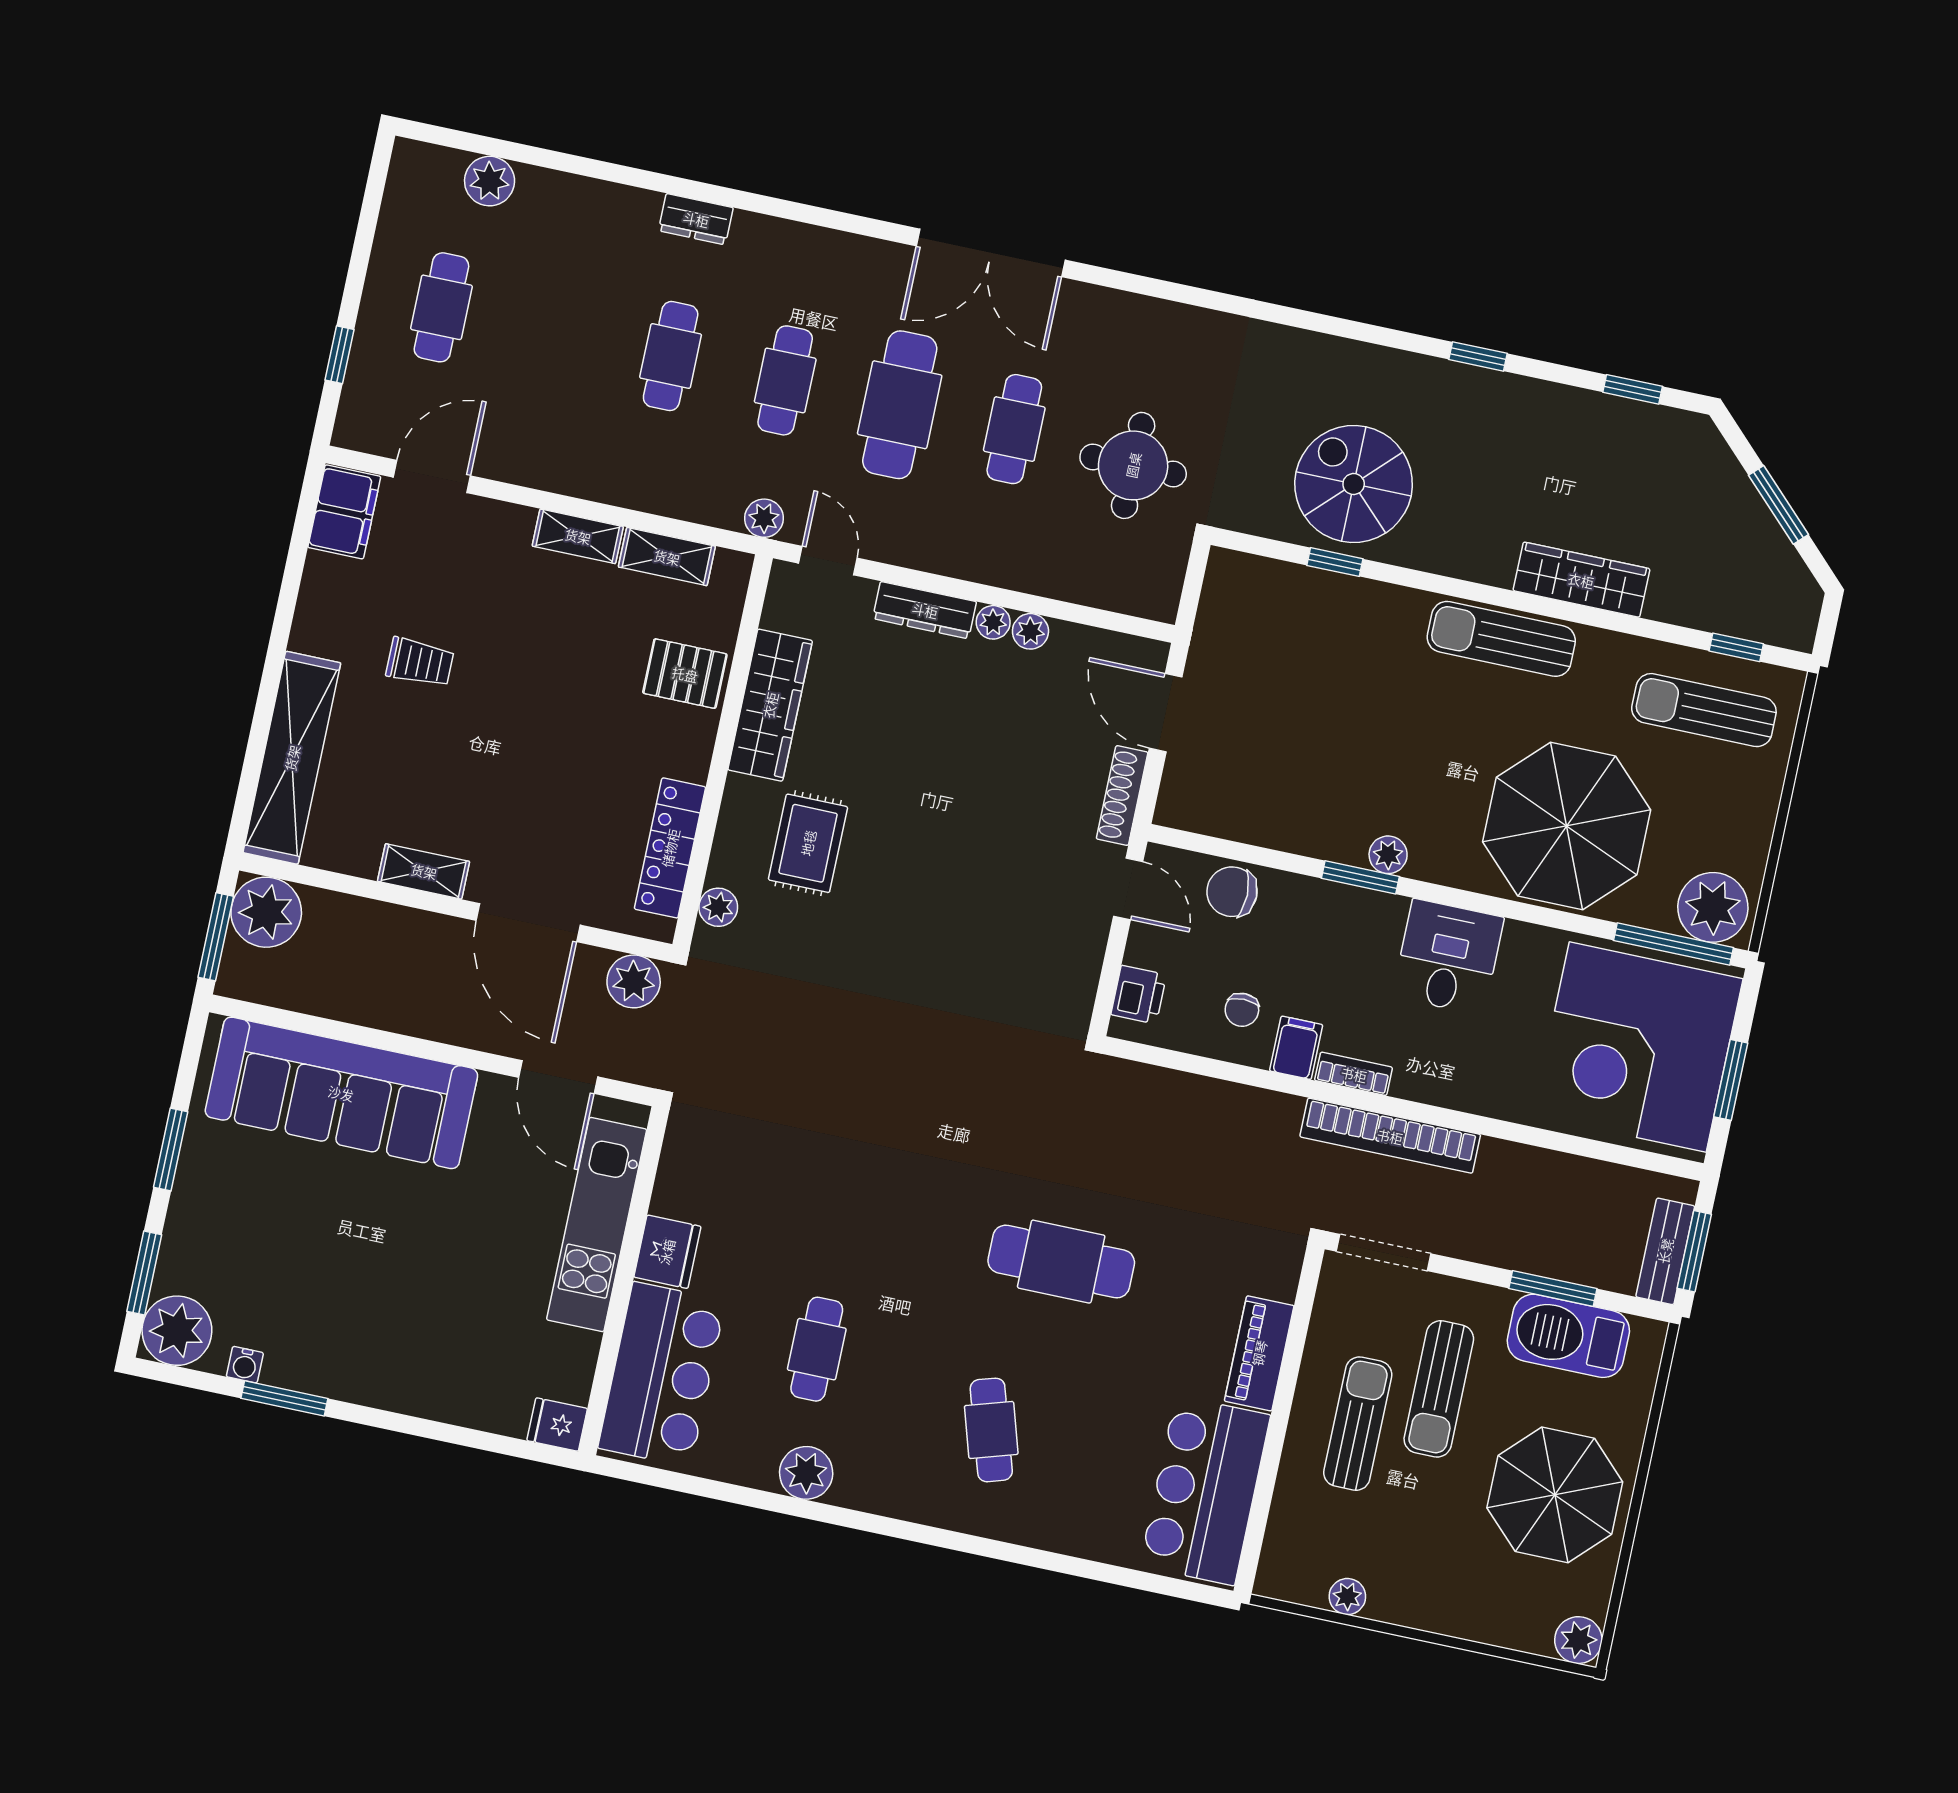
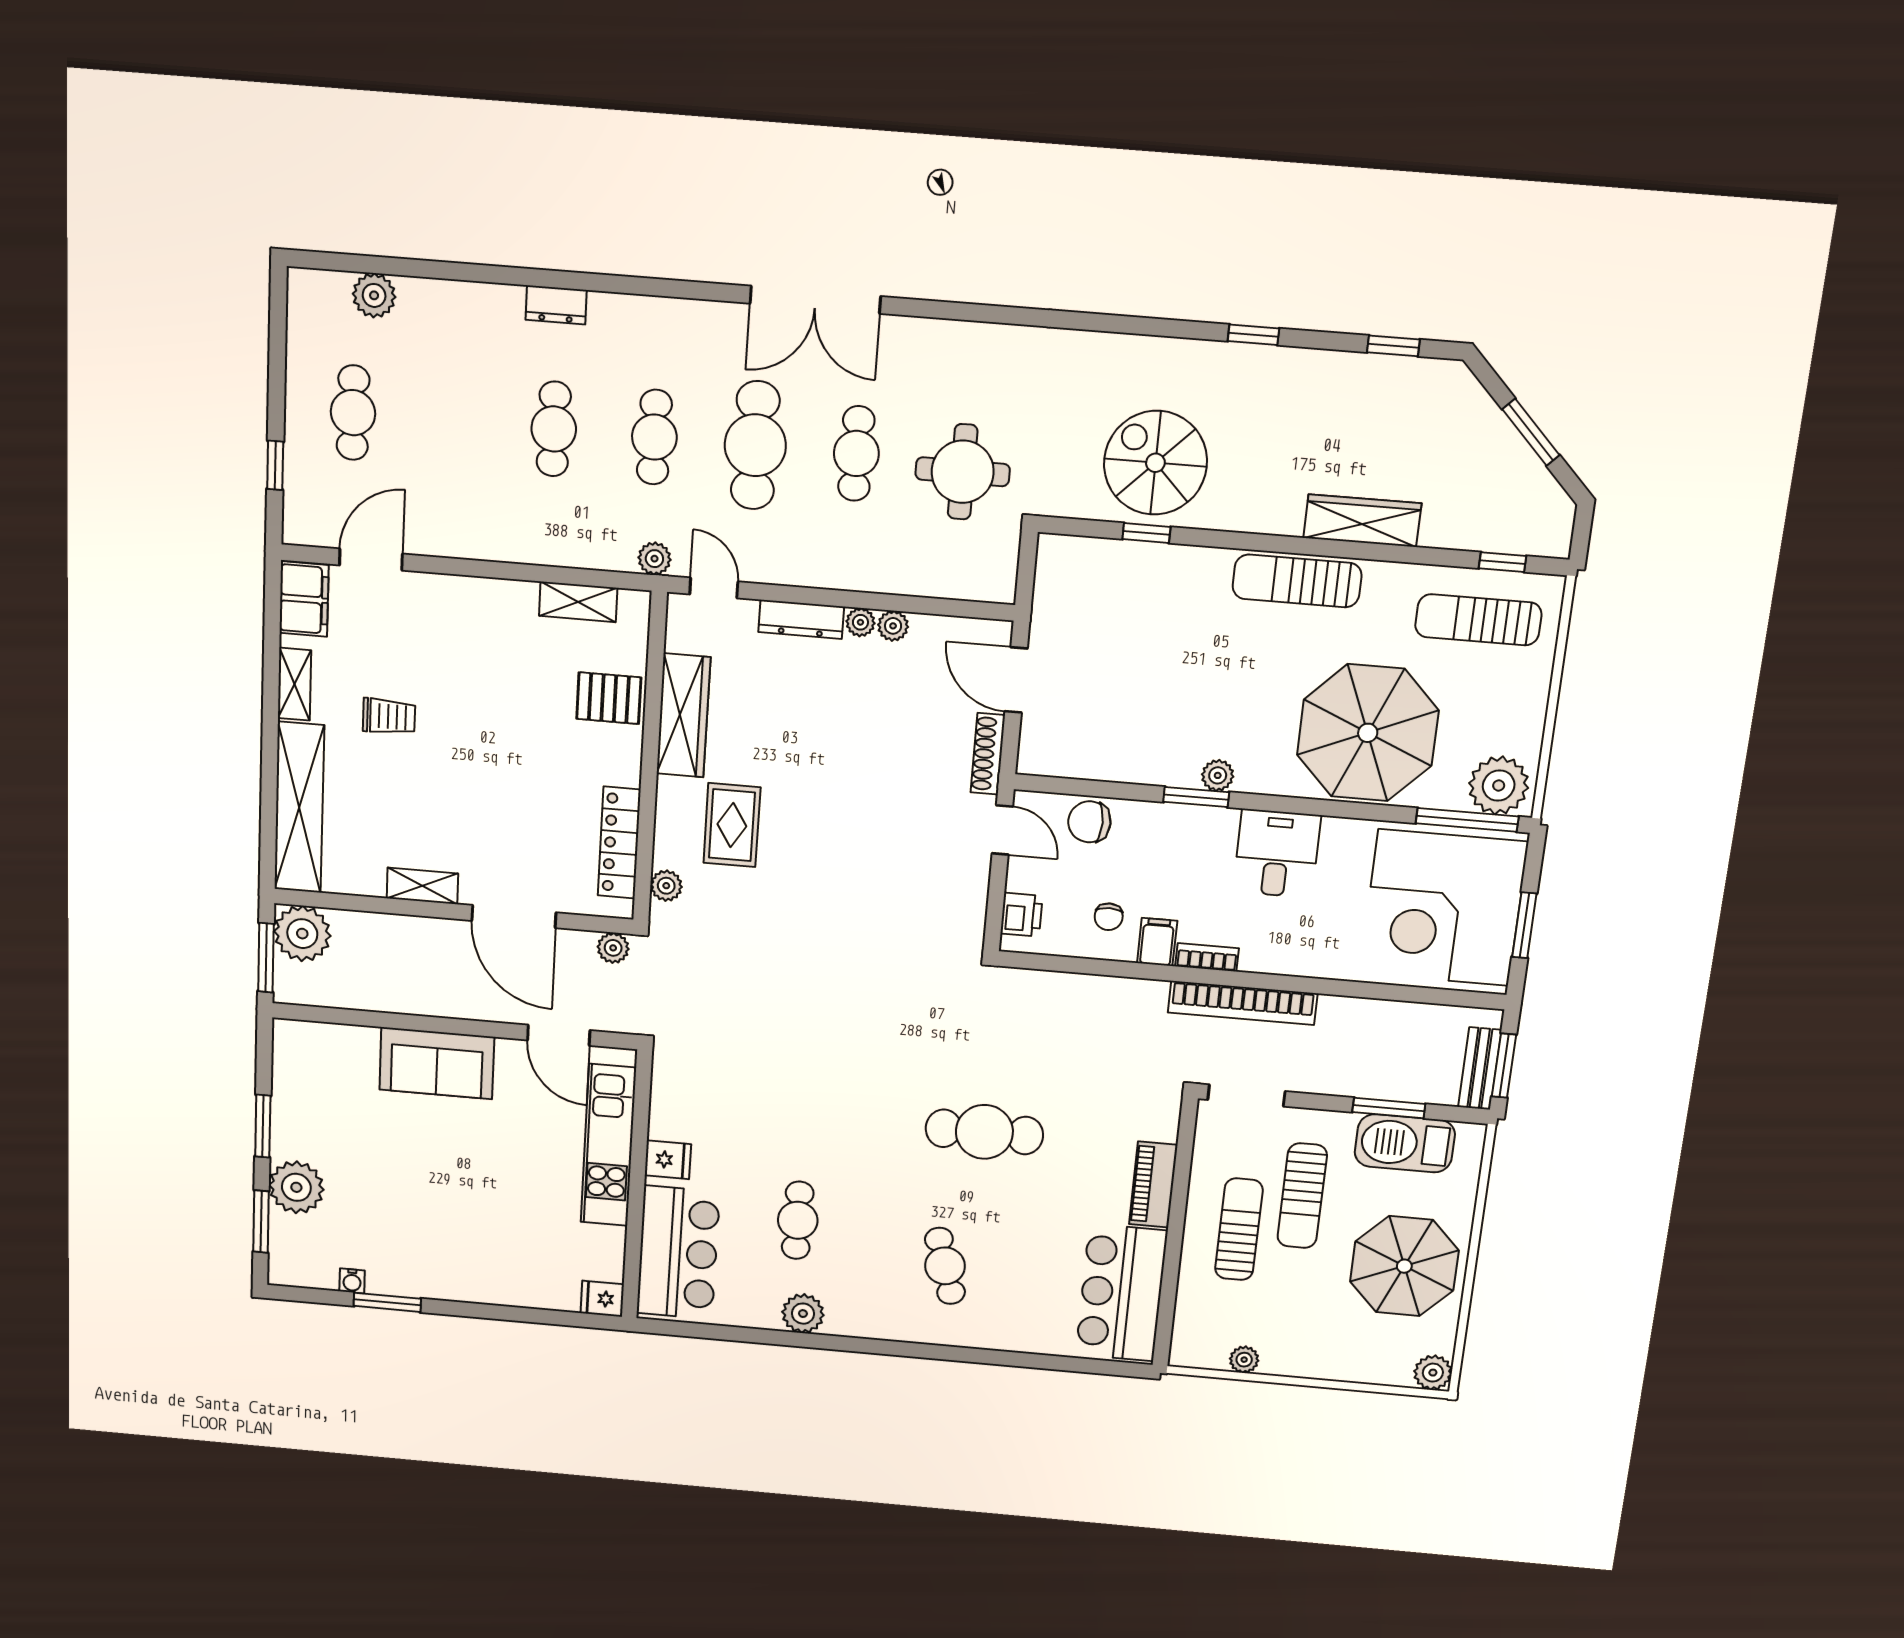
shelving: (578, 536) -> (294, 684), moved, turned 90
plant: (634, 981) -> (613, 948), width x0.73, depth x0.73
sofa: (341, 1093) -> (437, 1063), width x0.54, depth x0.79
fridge: (667, 1252) -> (668, 1160), width x0.72
plant: (177, 1331) -> (296, 1187), moved

